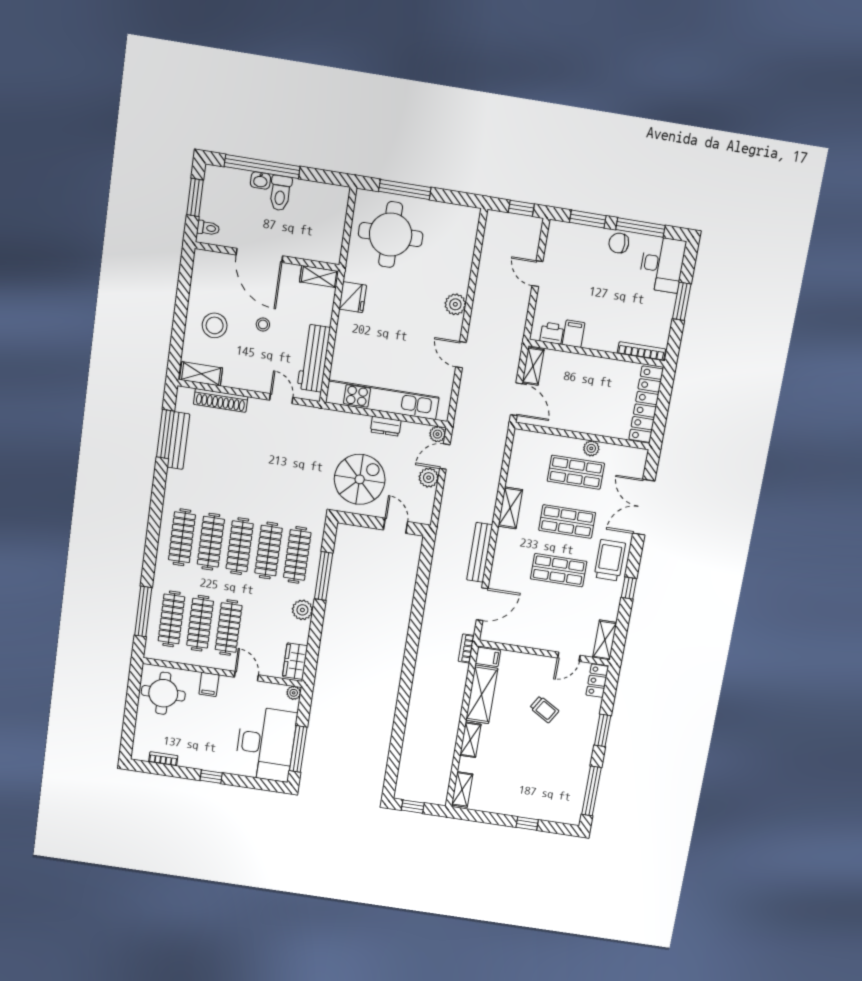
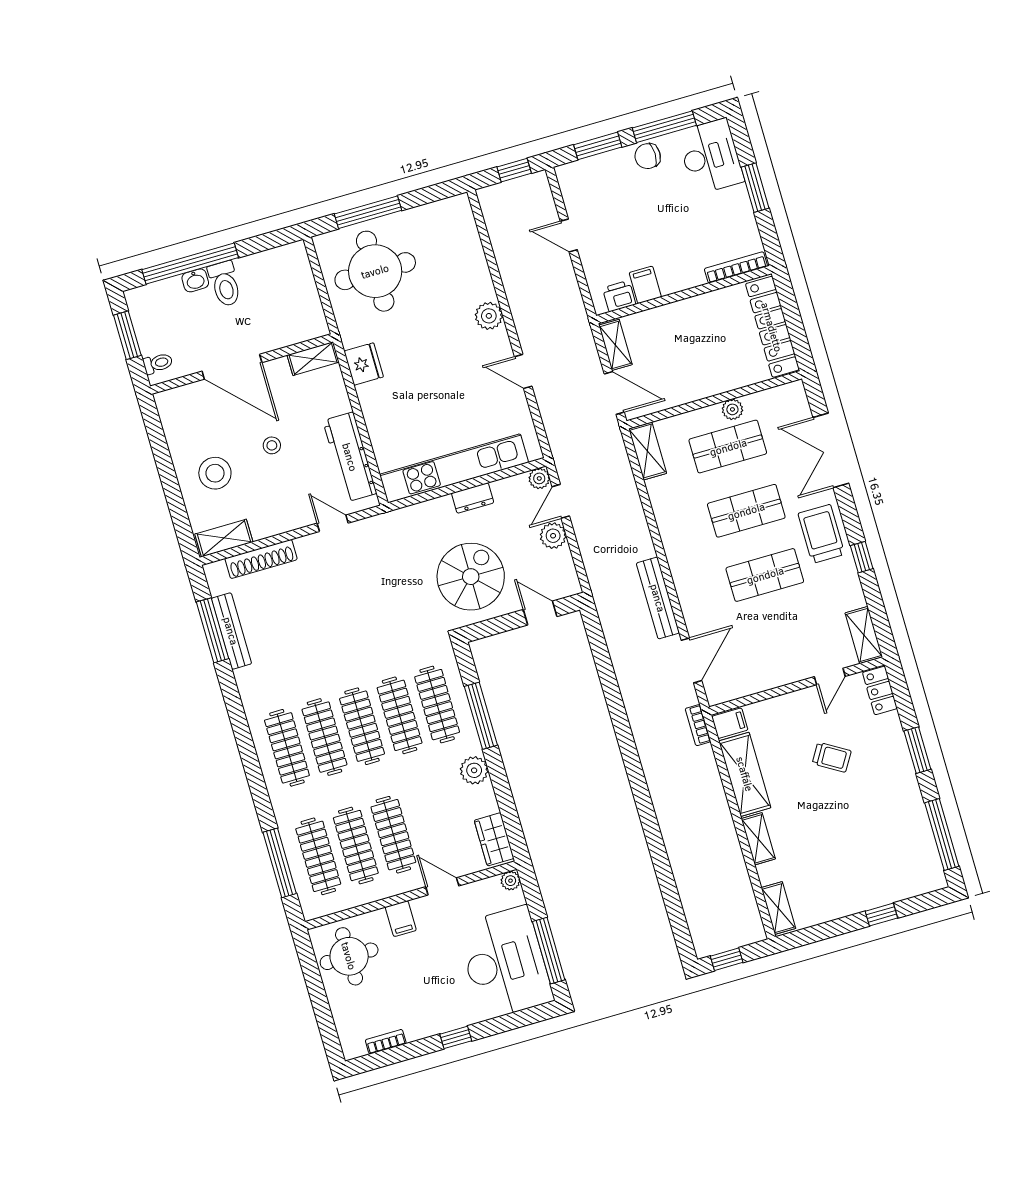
shelving: (510, 508) -> (648, 451), moved

